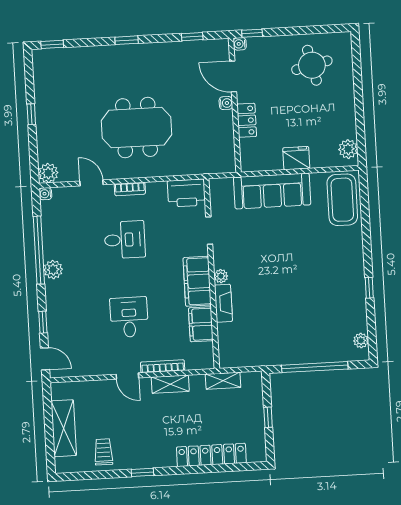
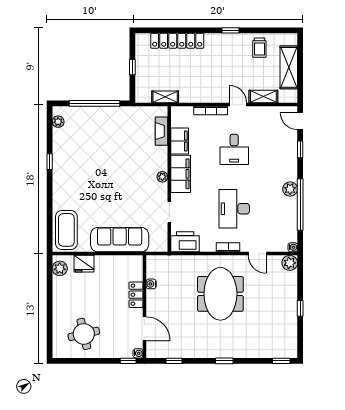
water cooler: (226, 103) -> (151, 284), moved
meeting table: (137, 128) -> (220, 294), turned 90
fridge: (296, 158) -> (84, 264), moved
desk: (125, 240) -> (234, 209), width x1.37
fireplace: (223, 303) -> (162, 131), moved
shelving: (170, 384) -> (263, 97), moved

